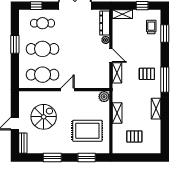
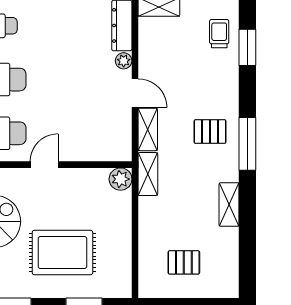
shelving: (117, 113) -> (148, 174), moved
rug: (87, 131) -> (62, 253), moved

